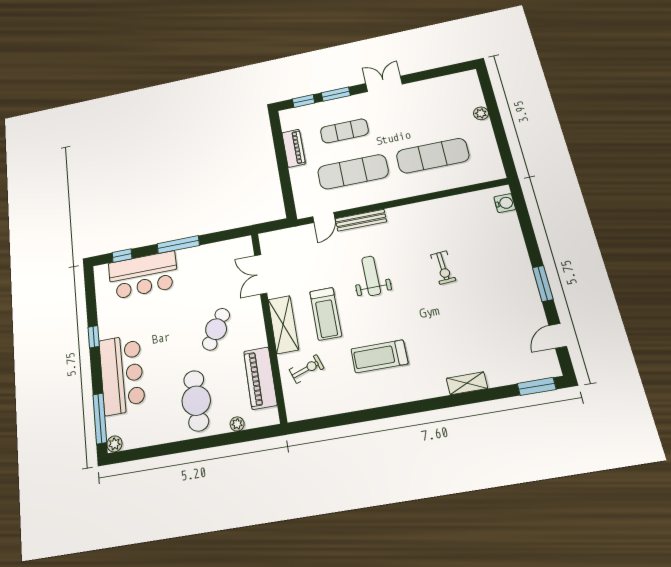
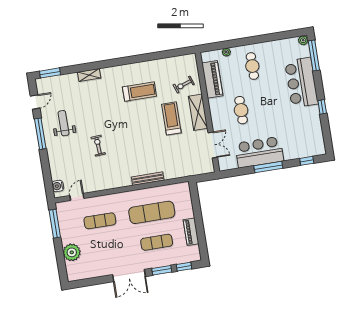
double door: (384, 84) -> (129, 276), width x1.37
plant: (481, 113) -> (72, 252), width x1.88, depth x1.88
window: (504, 148) -> (55, 224), added
exercise mat: (433, 156) -> (100, 221), width x0.73, depth x0.69
door: (324, 218) -> (77, 197), moved
bar counter: (143, 275) -> (259, 152), moved
weight bench: (371, 276) -> (64, 123), moved, turned 180
window: (543, 284) -> (40, 134), width x1.44
cafe table: (216, 329) -> (241, 110), turned -32
cafe table: (196, 401) -> (252, 66), width x0.73, depth x0.74

